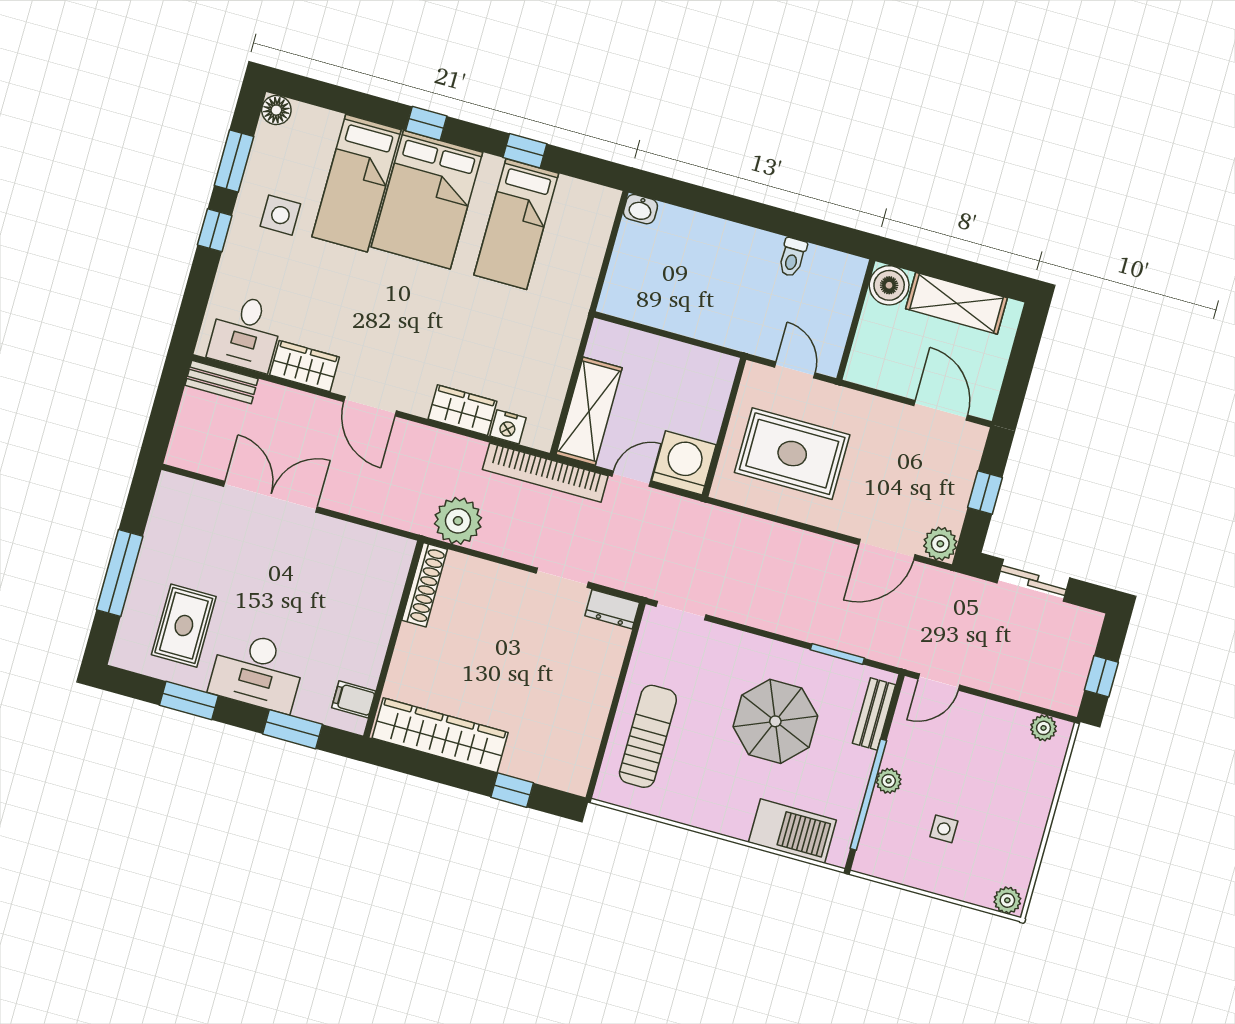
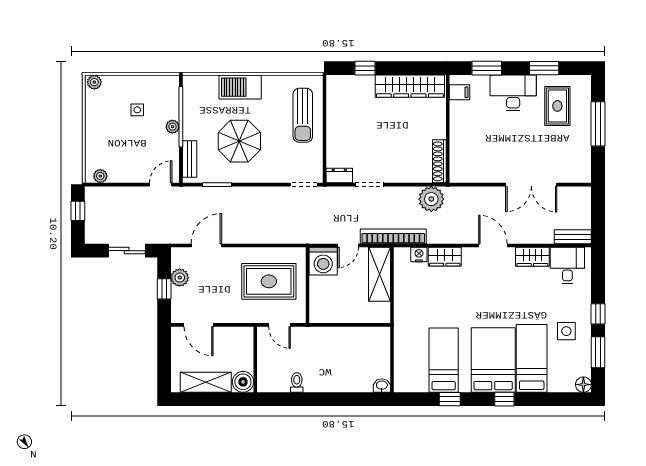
plant: (940, 544) -> (180, 278), moved
barbecue: (792, 831) -> (240, 87), moved

